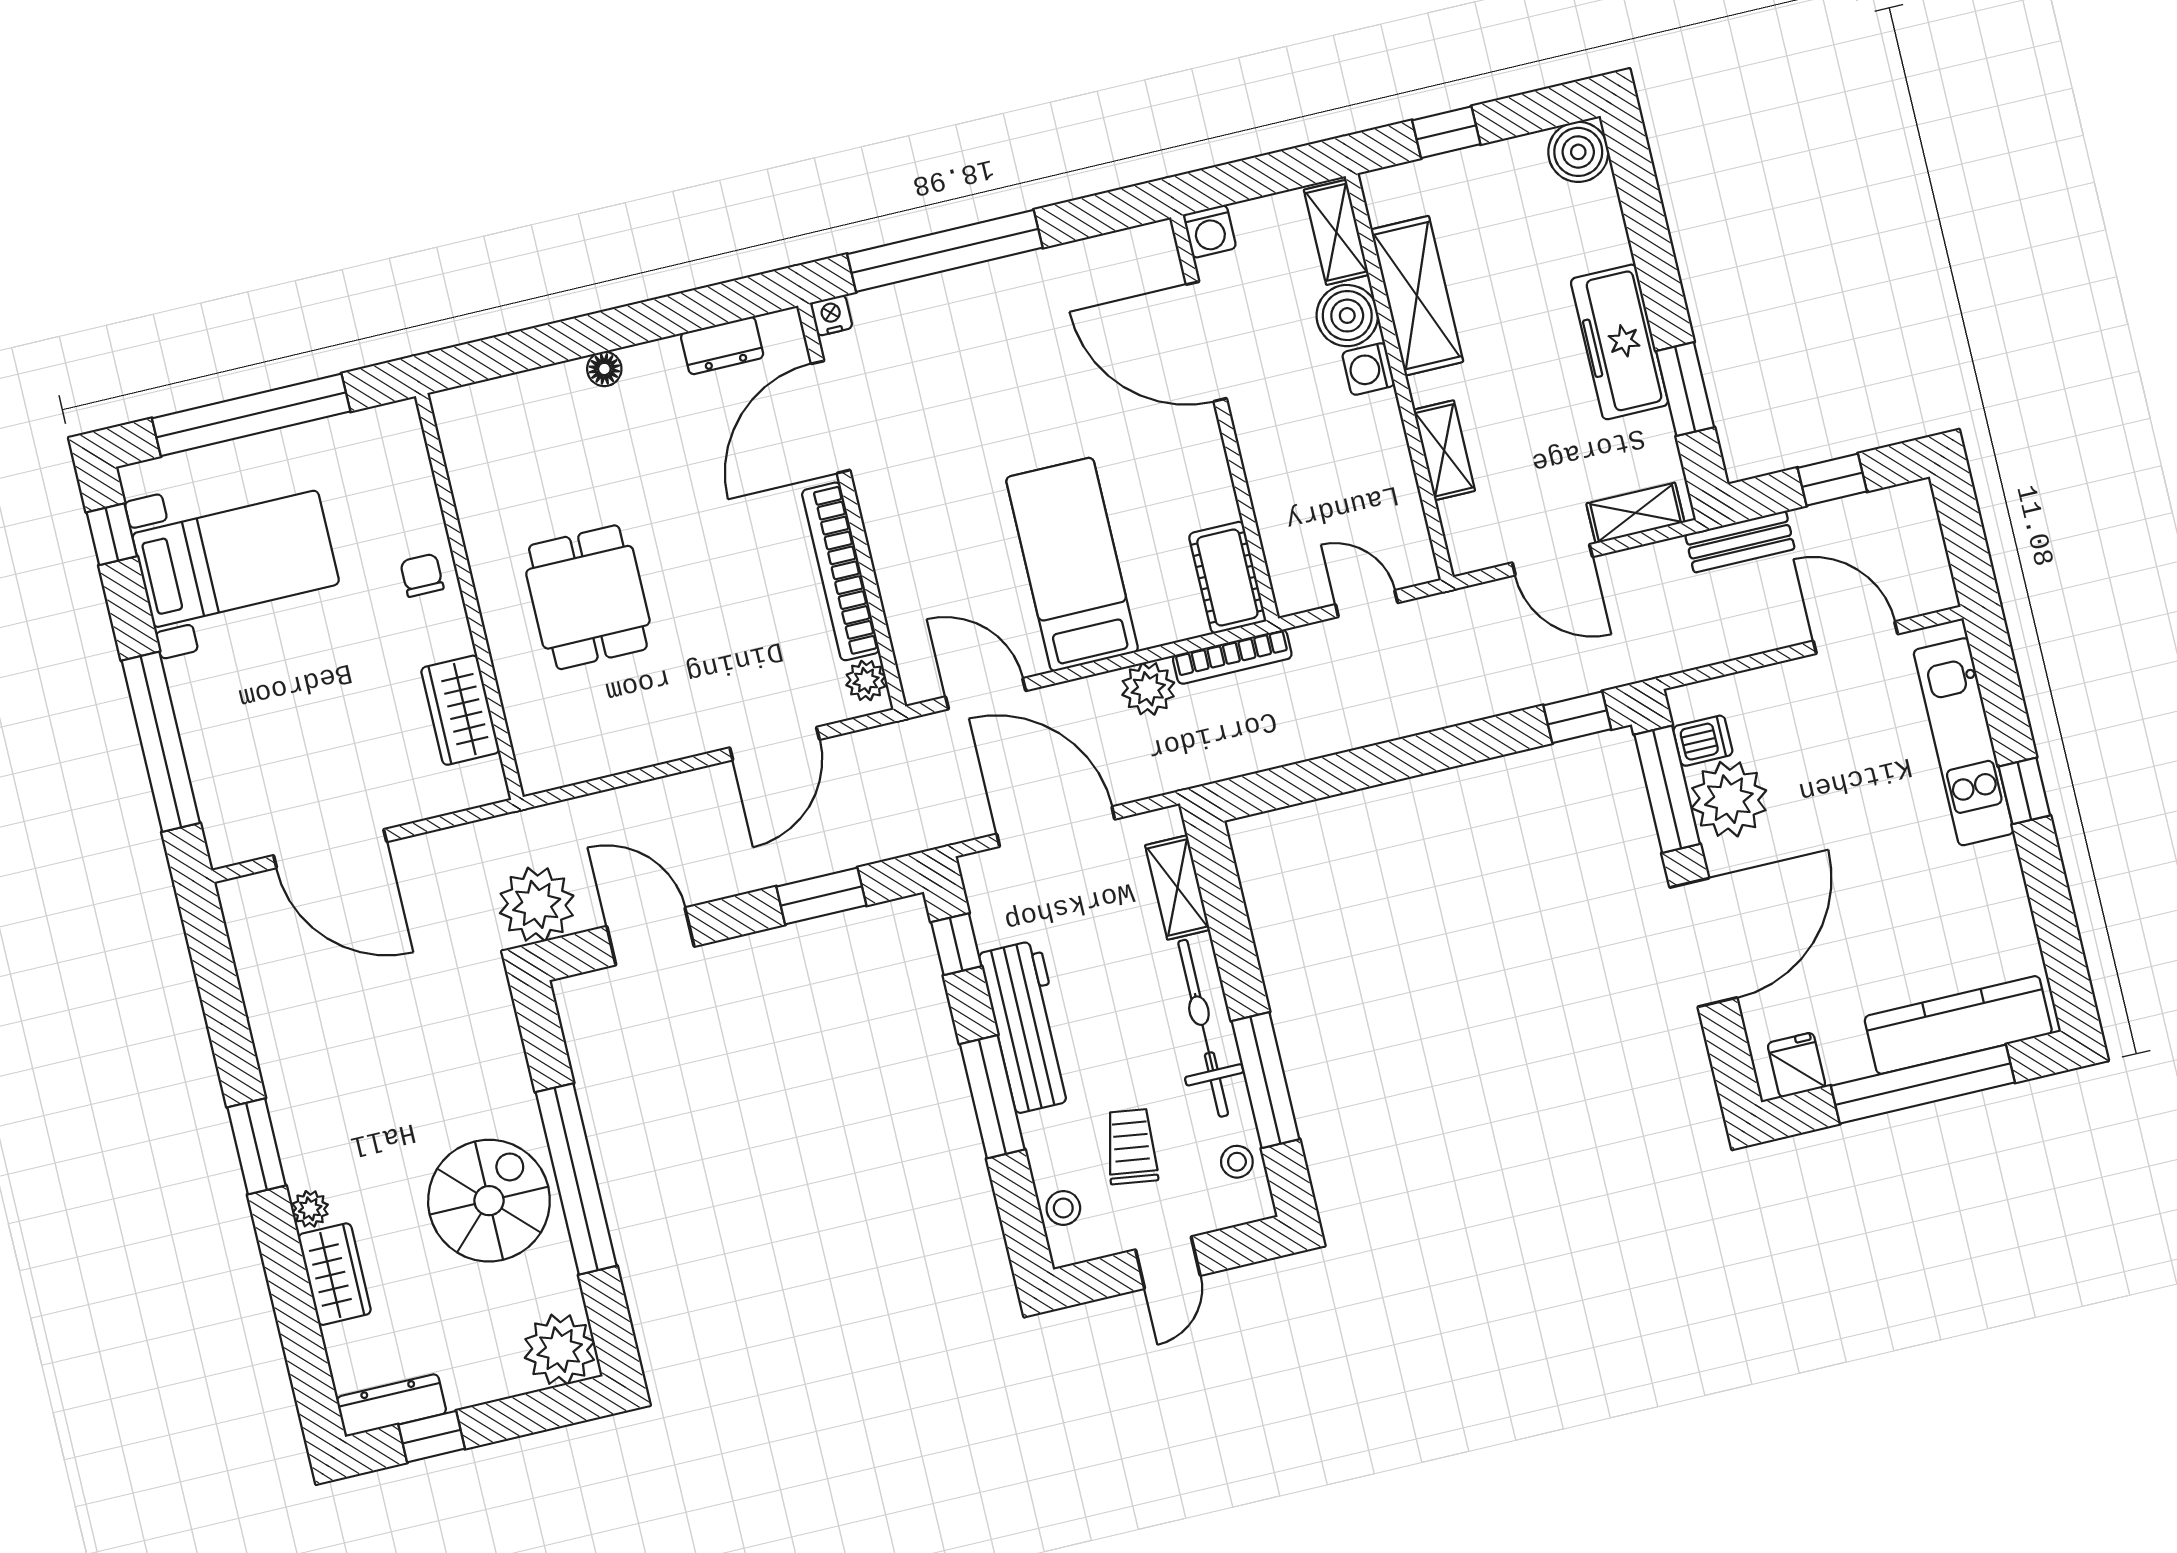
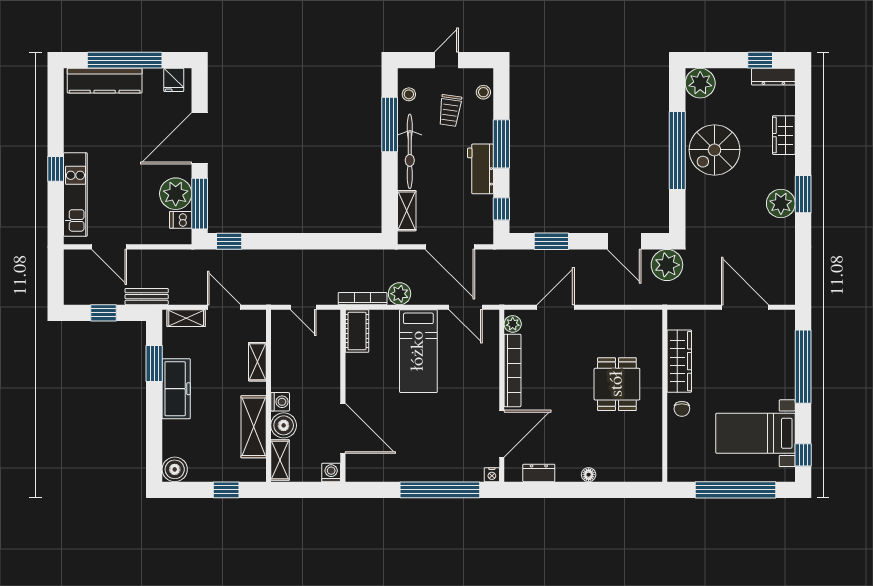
wardrobe: (460, 710) -> (679, 361), width x1.50
workbench: (1027, 1027) -> (481, 169), width x0.73
plant: (310, 1209) -> (781, 203), moved, width x1.88, depth x1.88

